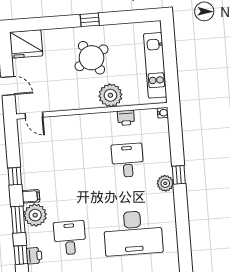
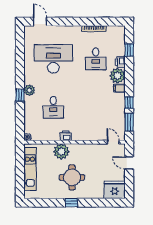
round table: (91, 58) -> (72, 177), turned 31
printer: (126, 118) -> (66, 136), moved
window: (18, 220) -> (129, 122), moved
printer: (34, 256) -> (120, 62), moved

